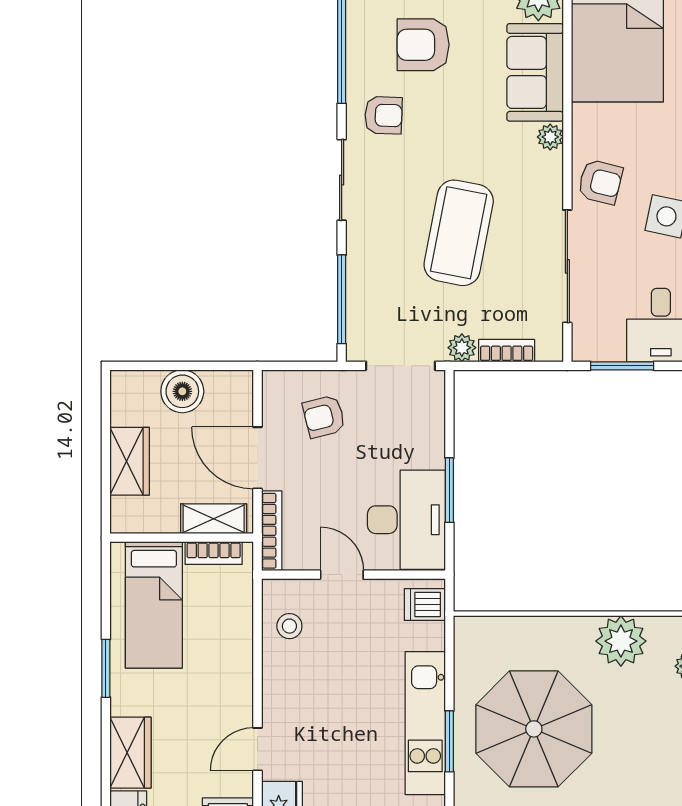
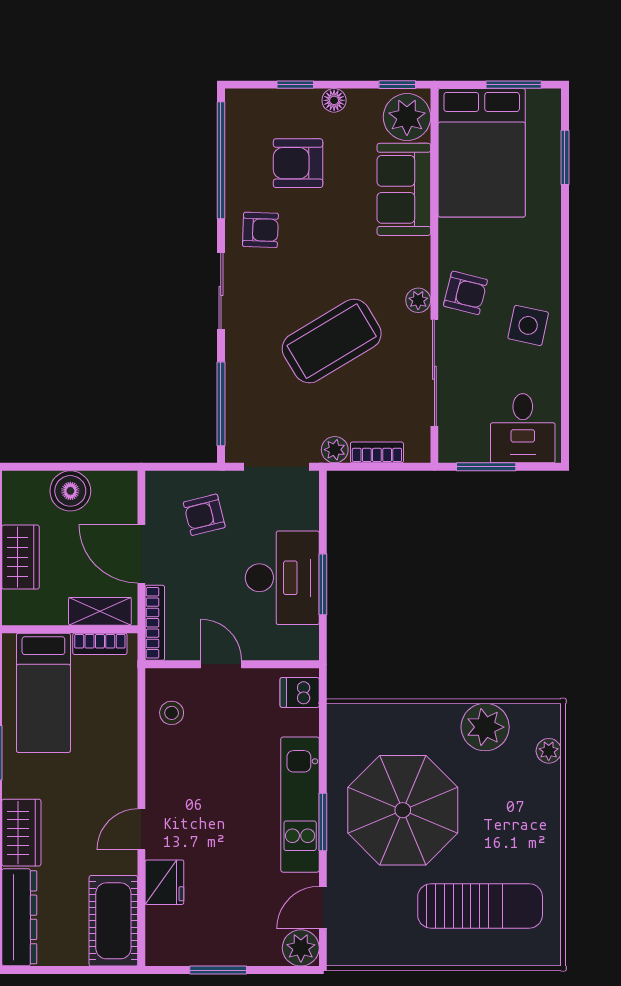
plant: (550, 137) -> (418, 300), moved
coffee table: (459, 233) -> (332, 341), turned 48
desk: (406, 520) -> (282, 578), moved

